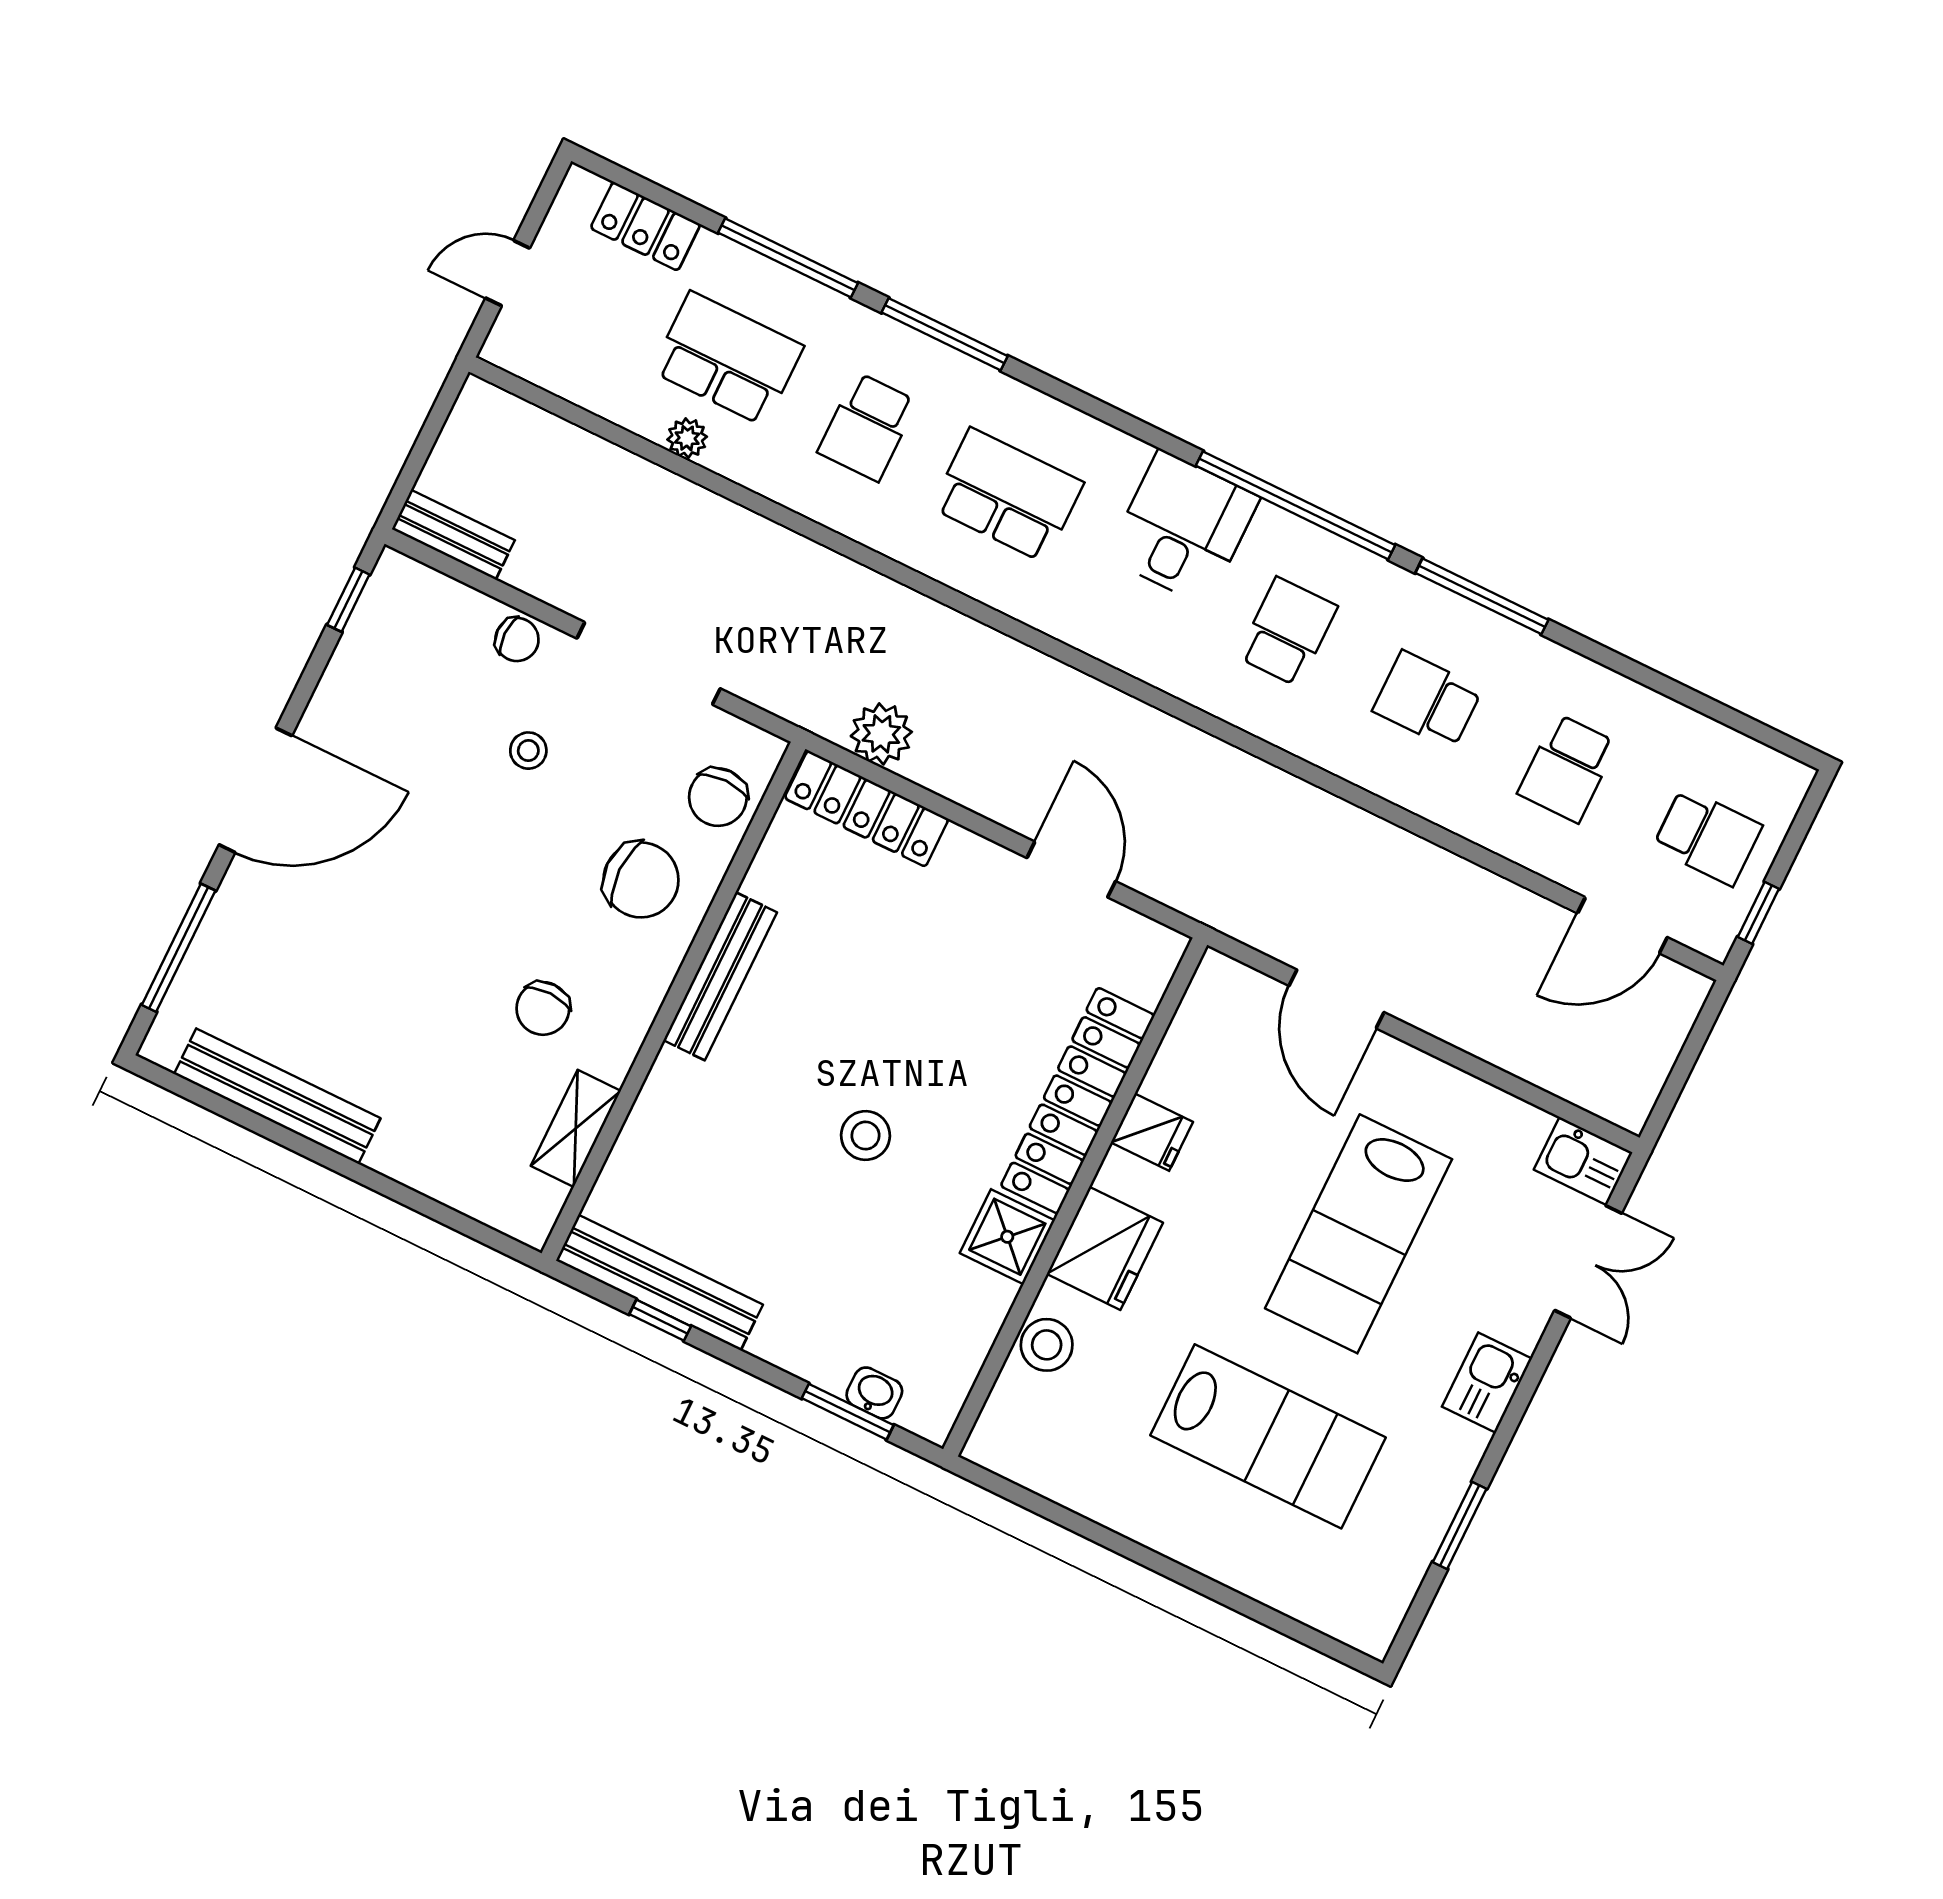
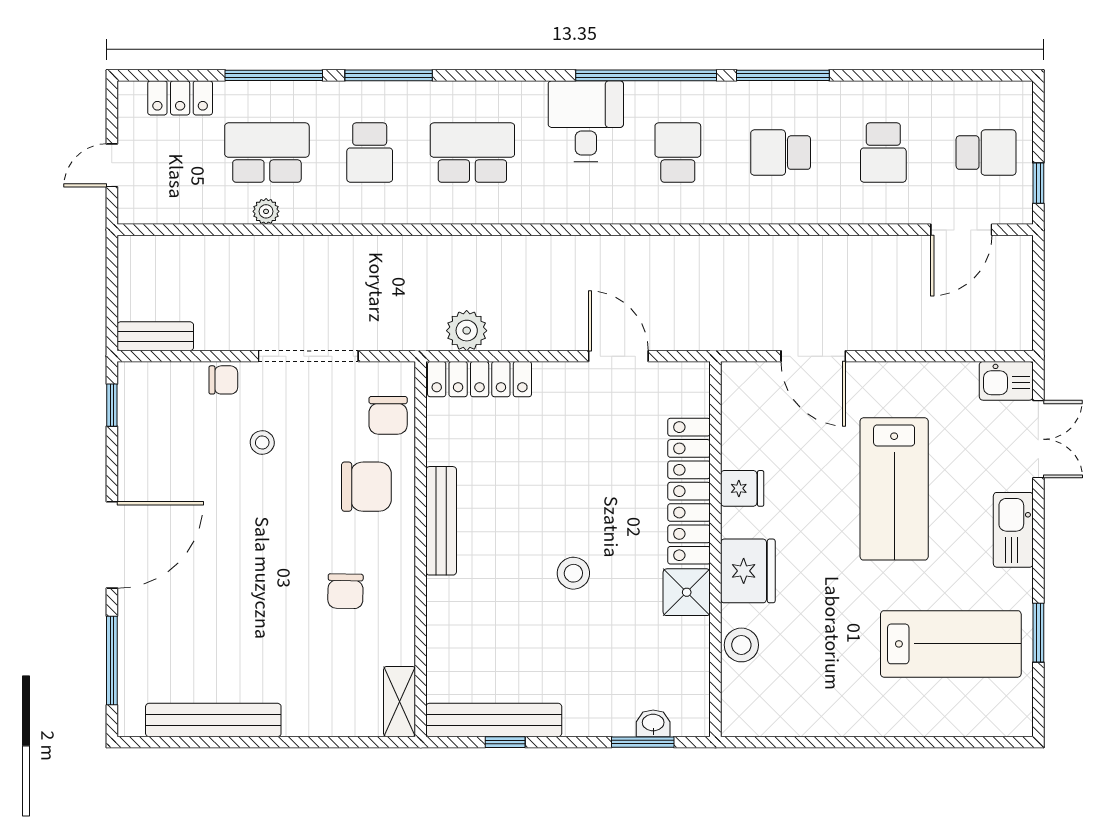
shelving: (576, 1128) -> (400, 702), moved
kitchen sink: (1487, 1383) -> (1013, 530), width x1.38
lab bench: (1268, 1436) -> (951, 644), moved

